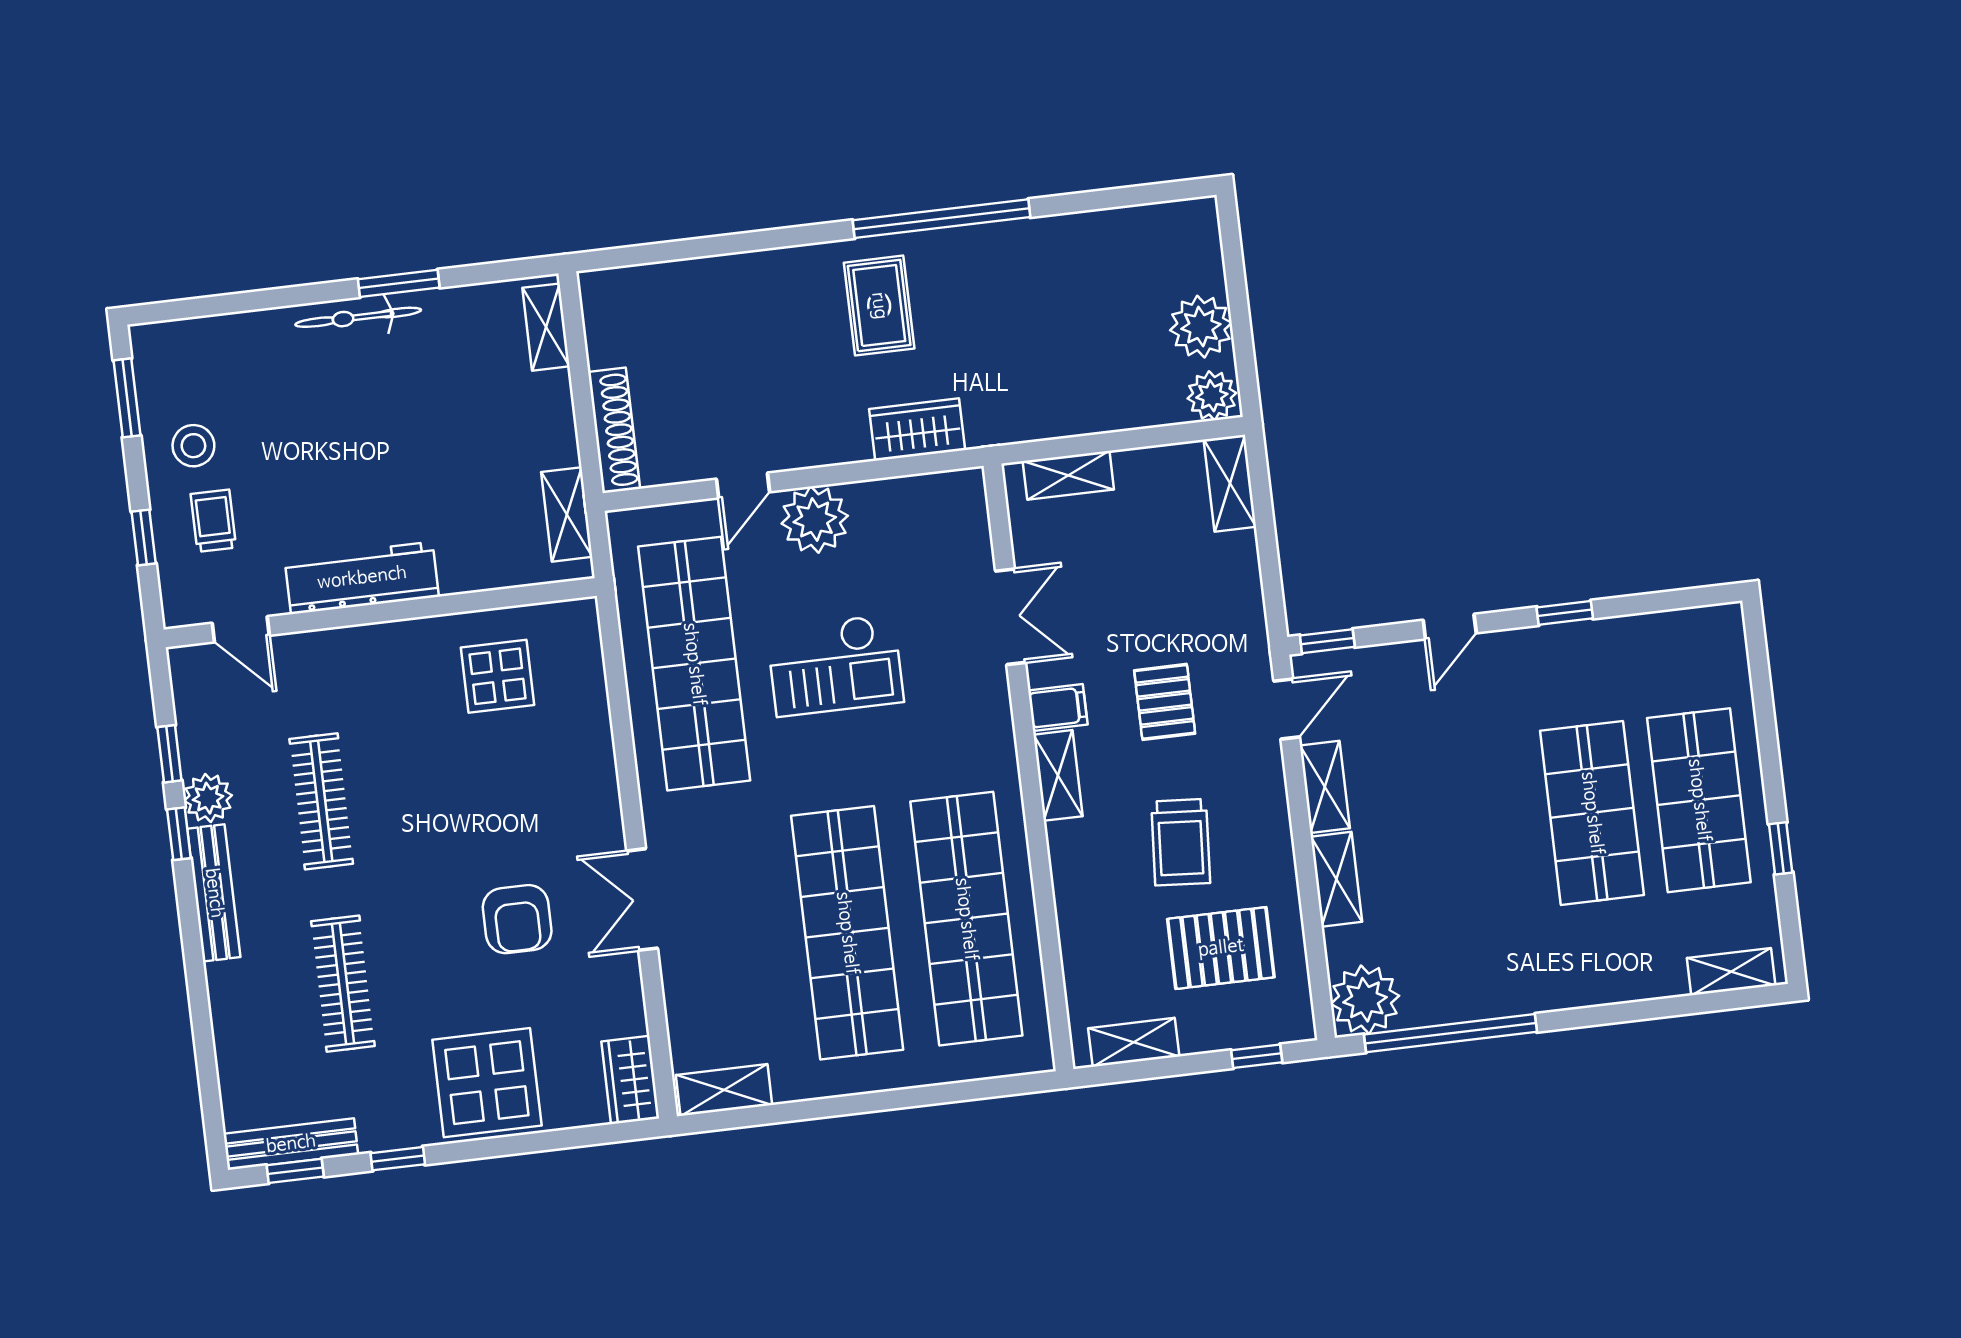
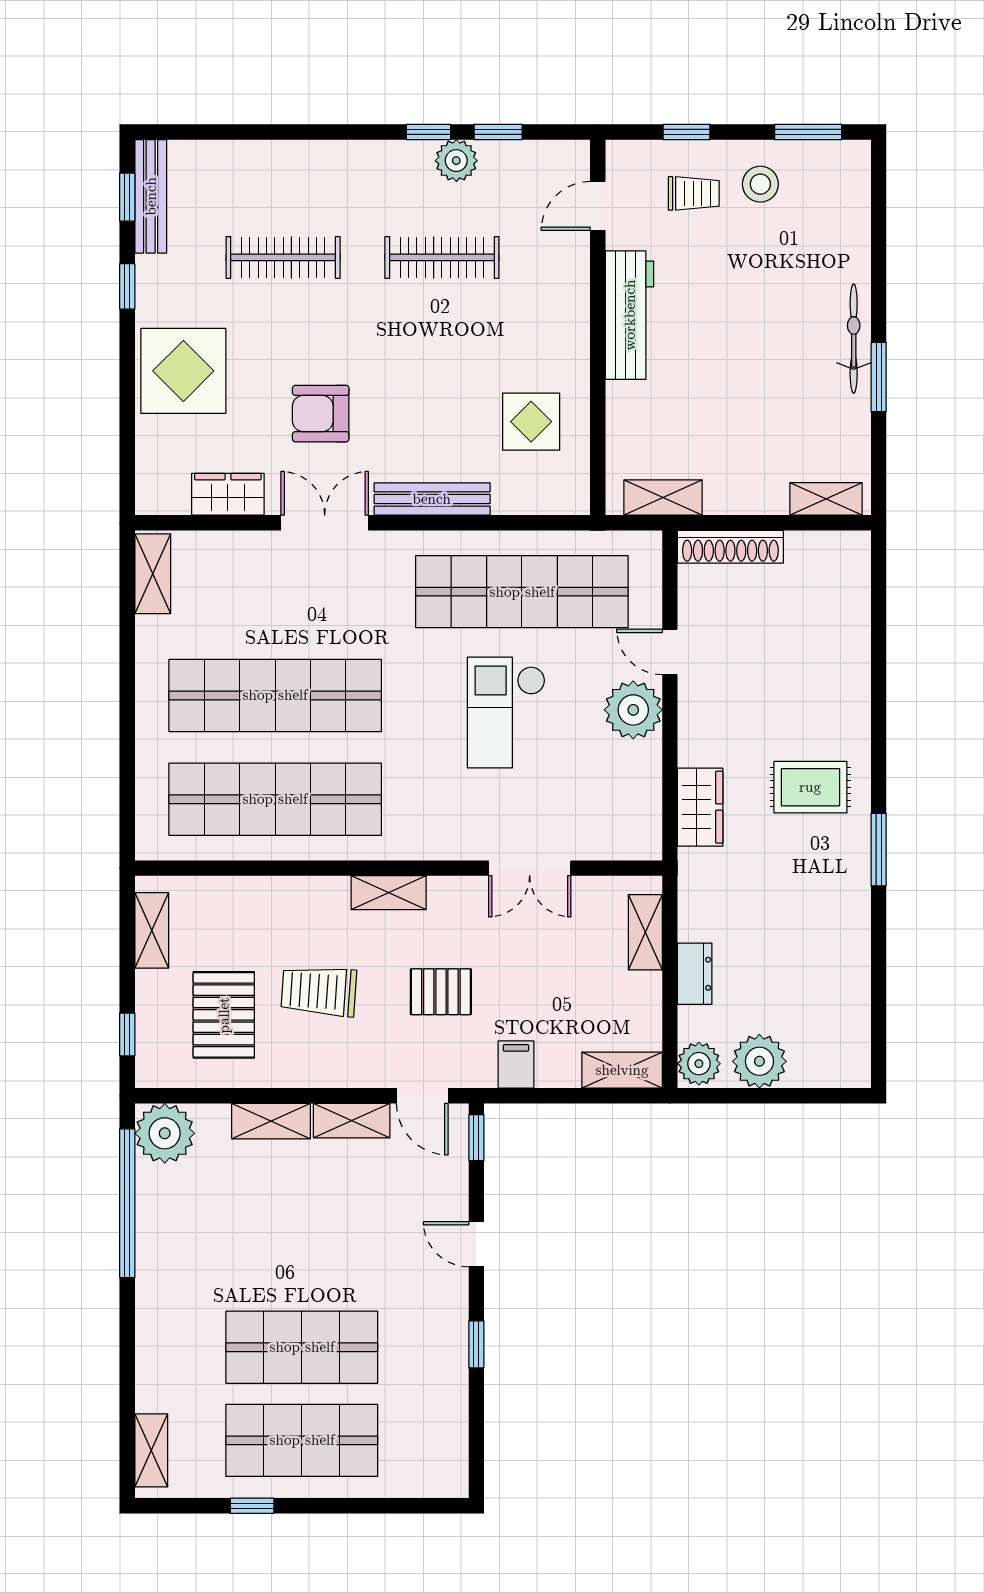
window: (941, 219) -> (879, 850), width x0.47
dresser: (1109, 413) -> (695, 974), added
filing cabinet: (1058, 707) -> (516, 1065), moved, turned 180
bench: (214, 893) -> (432, 499), moved
wardrobe: (630, 1080) -> (228, 494), moved

